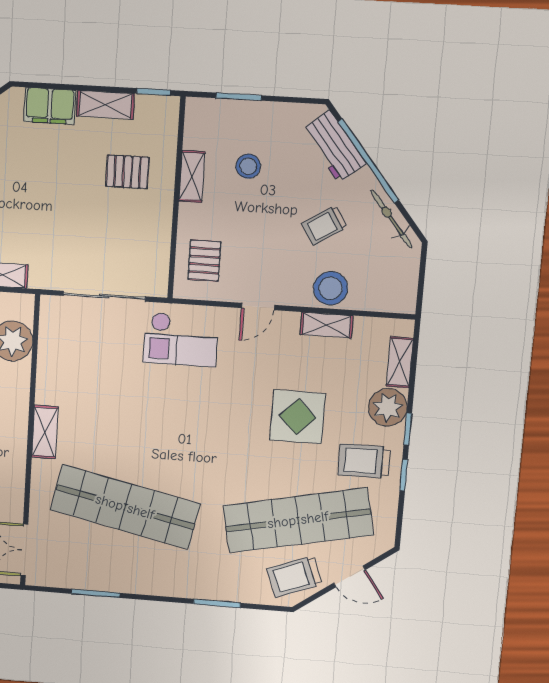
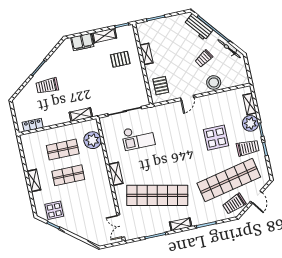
stool: (248, 166) -> (167, 44), removed
shelving: (327, 325) -> (181, 224), moved
checkout: (181, 340) -> (138, 137), moved
trolley: (364, 461) -> (248, 148), turned 180
door: (349, 576) -> (256, 197), hinge flipped

